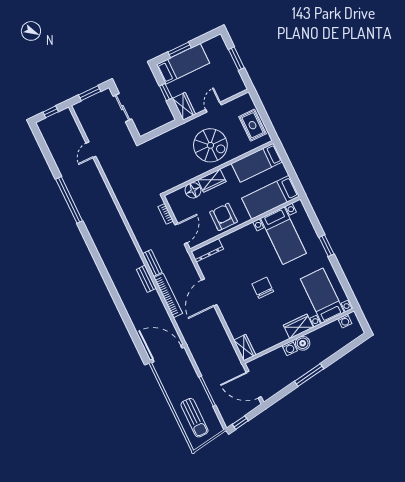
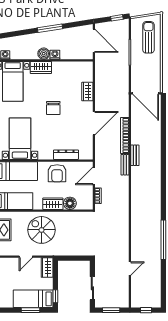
window: (166, 92) -> (55, 296), moved
dresser: (207, 250) -> (66, 155), moved
wardrobe: (245, 348) -> (87, 92), moved

